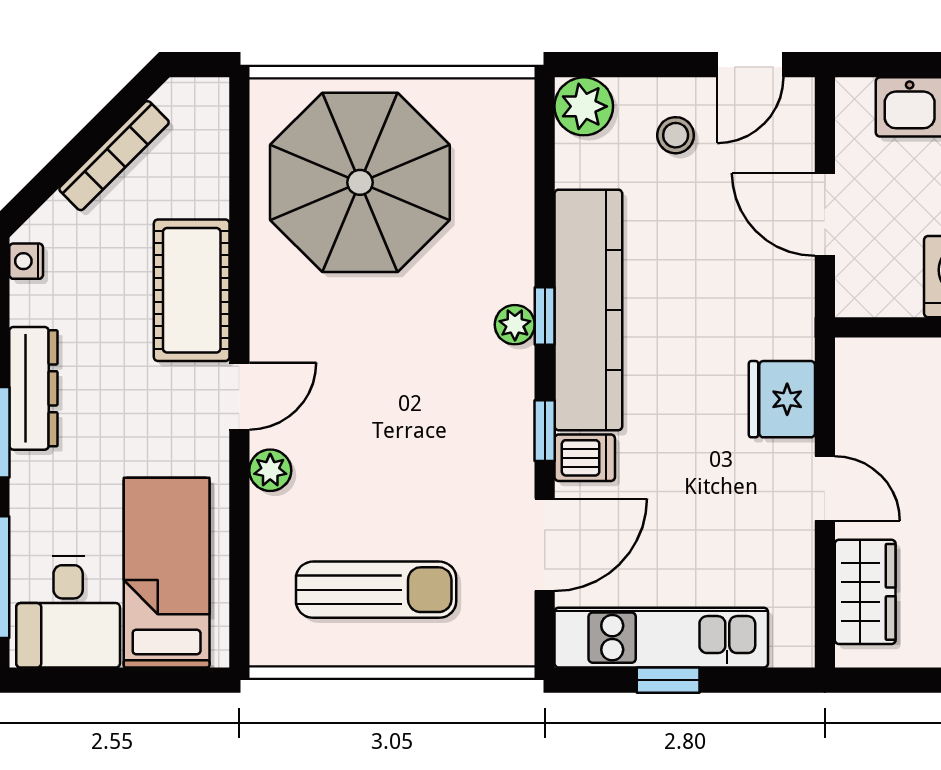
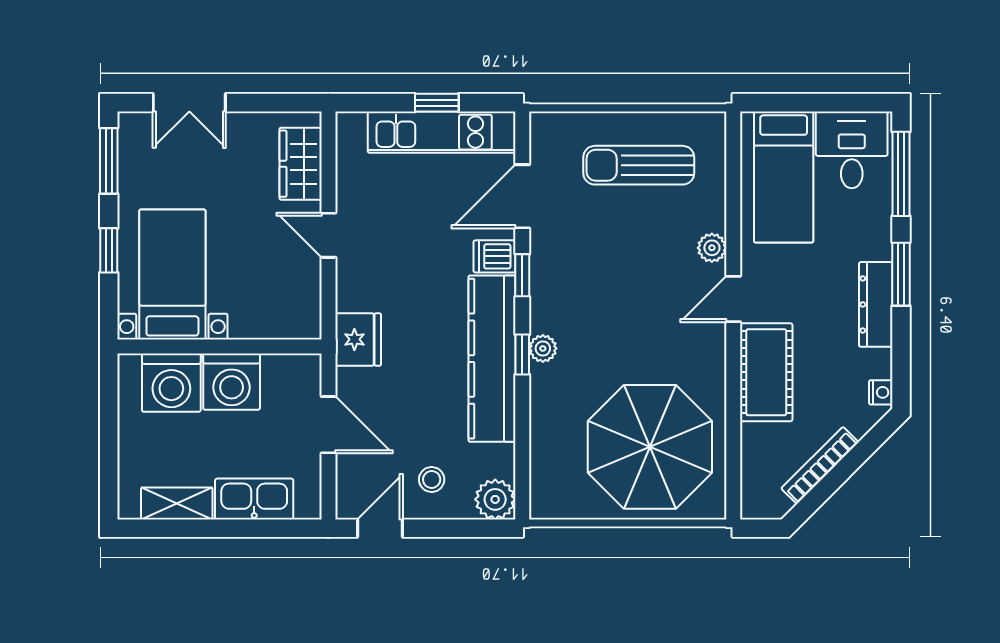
fridge: (782, 399) -> (358, 339), moved

